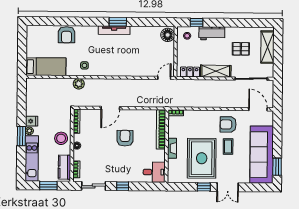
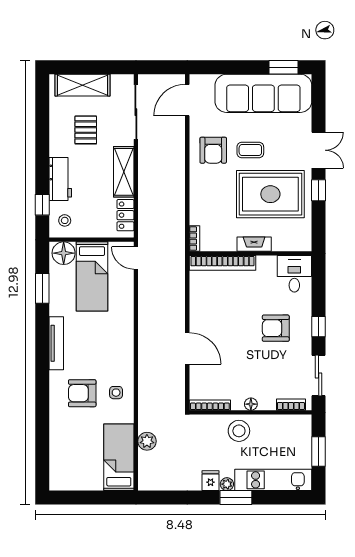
window: (118, 22) -> (42, 288), moved
armchair: (67, 35) -> (82, 393), moved, turned 180
bed: (154, 52) -> (92, 276), added
plant: (79, 84) -> (147, 441), moved
armchair: (125, 138) -> (276, 328), moved
kitchen counter: (64, 167) -> (287, 425), removed

